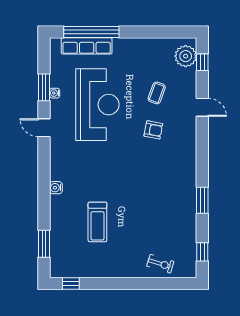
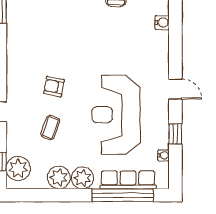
plant: (128, 48) -> (83, 178), added
plant: (149, 48) -> (59, 178), added
window: (44, 87) -> (175, 134), width x0.67
water cooler: (55, 93) -> (163, 155), moved

